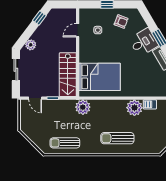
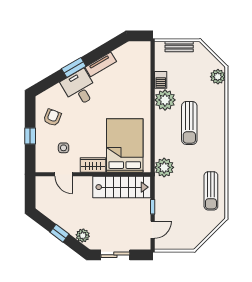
window: (39, 18) -> (59, 233), moved
wardrobe: (85, 53) -> (93, 165), added
sun lounger: (117, 138) -> (189, 123), moved
plant: (152, 148) -> (218, 77), added

